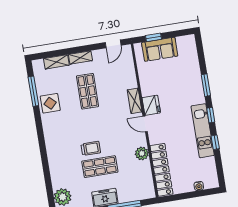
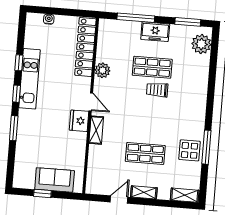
window: (154, 37) -> (42, 193), moved
door: (113, 44) -> (119, 200), moved
shelving: (56, 62) -> (185, 195), moved
window: (33, 91) -> (206, 147), moved
shop shelf: (87, 91) -> (145, 153), turned 90

